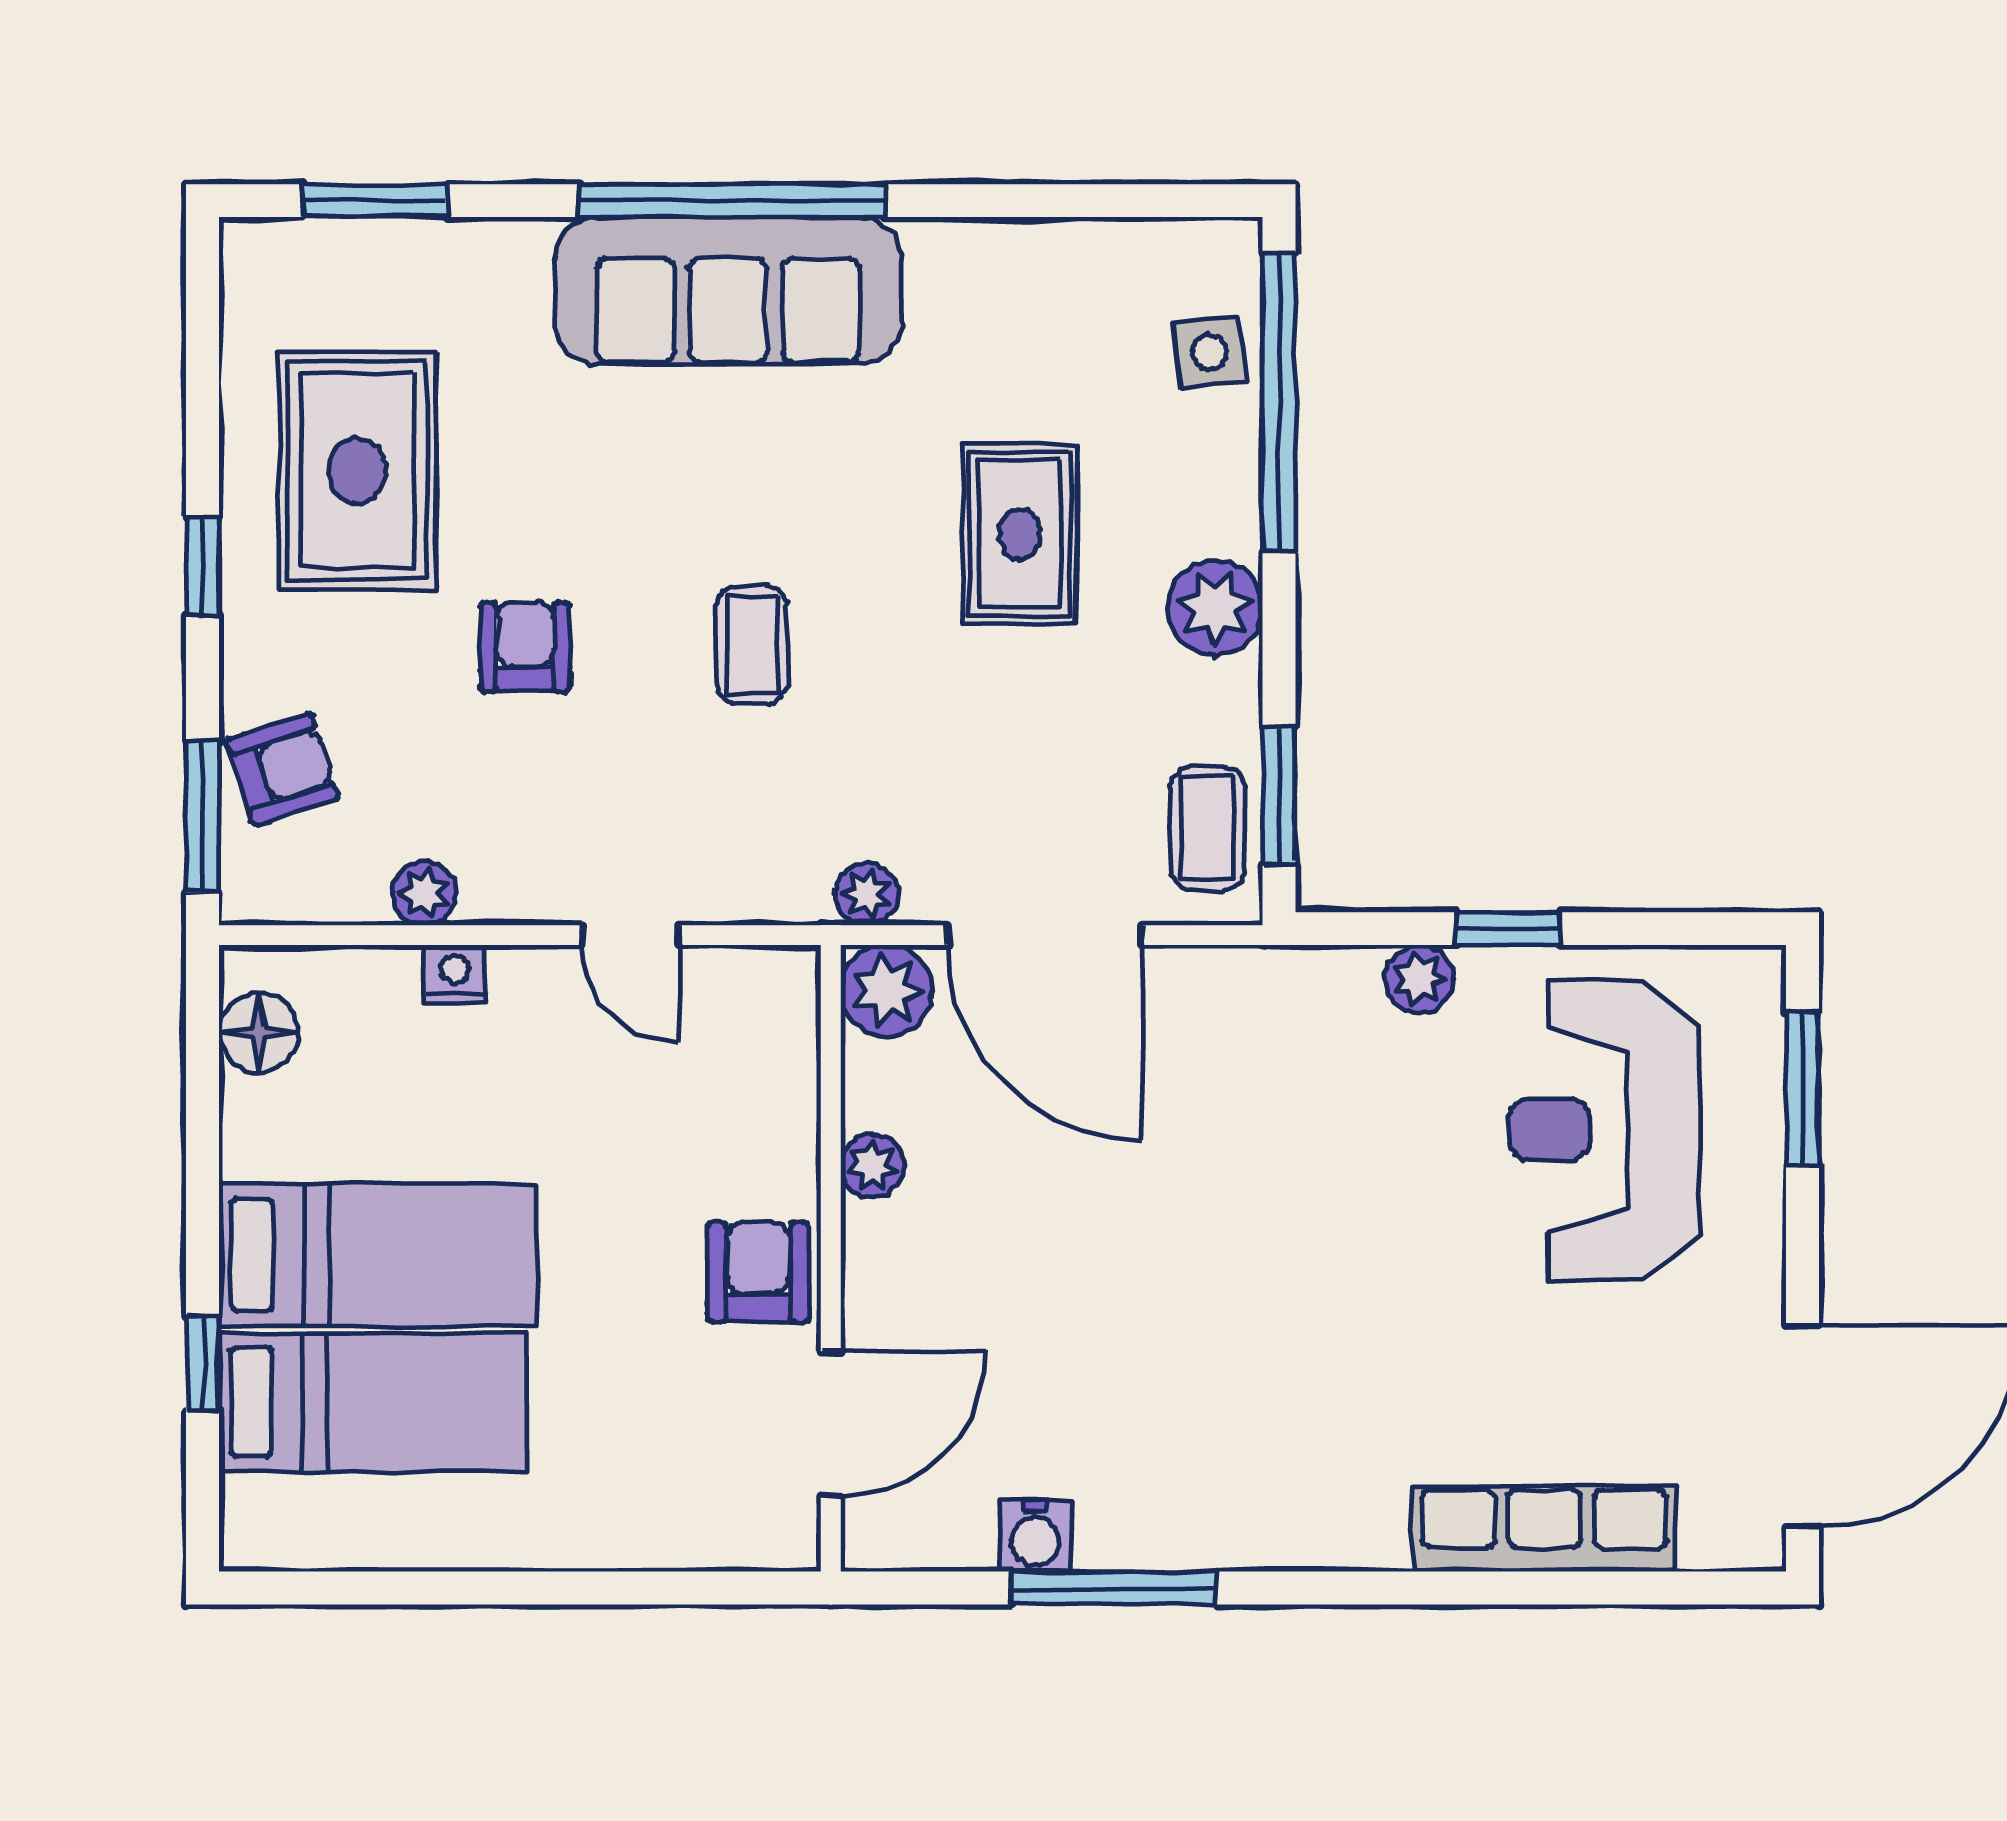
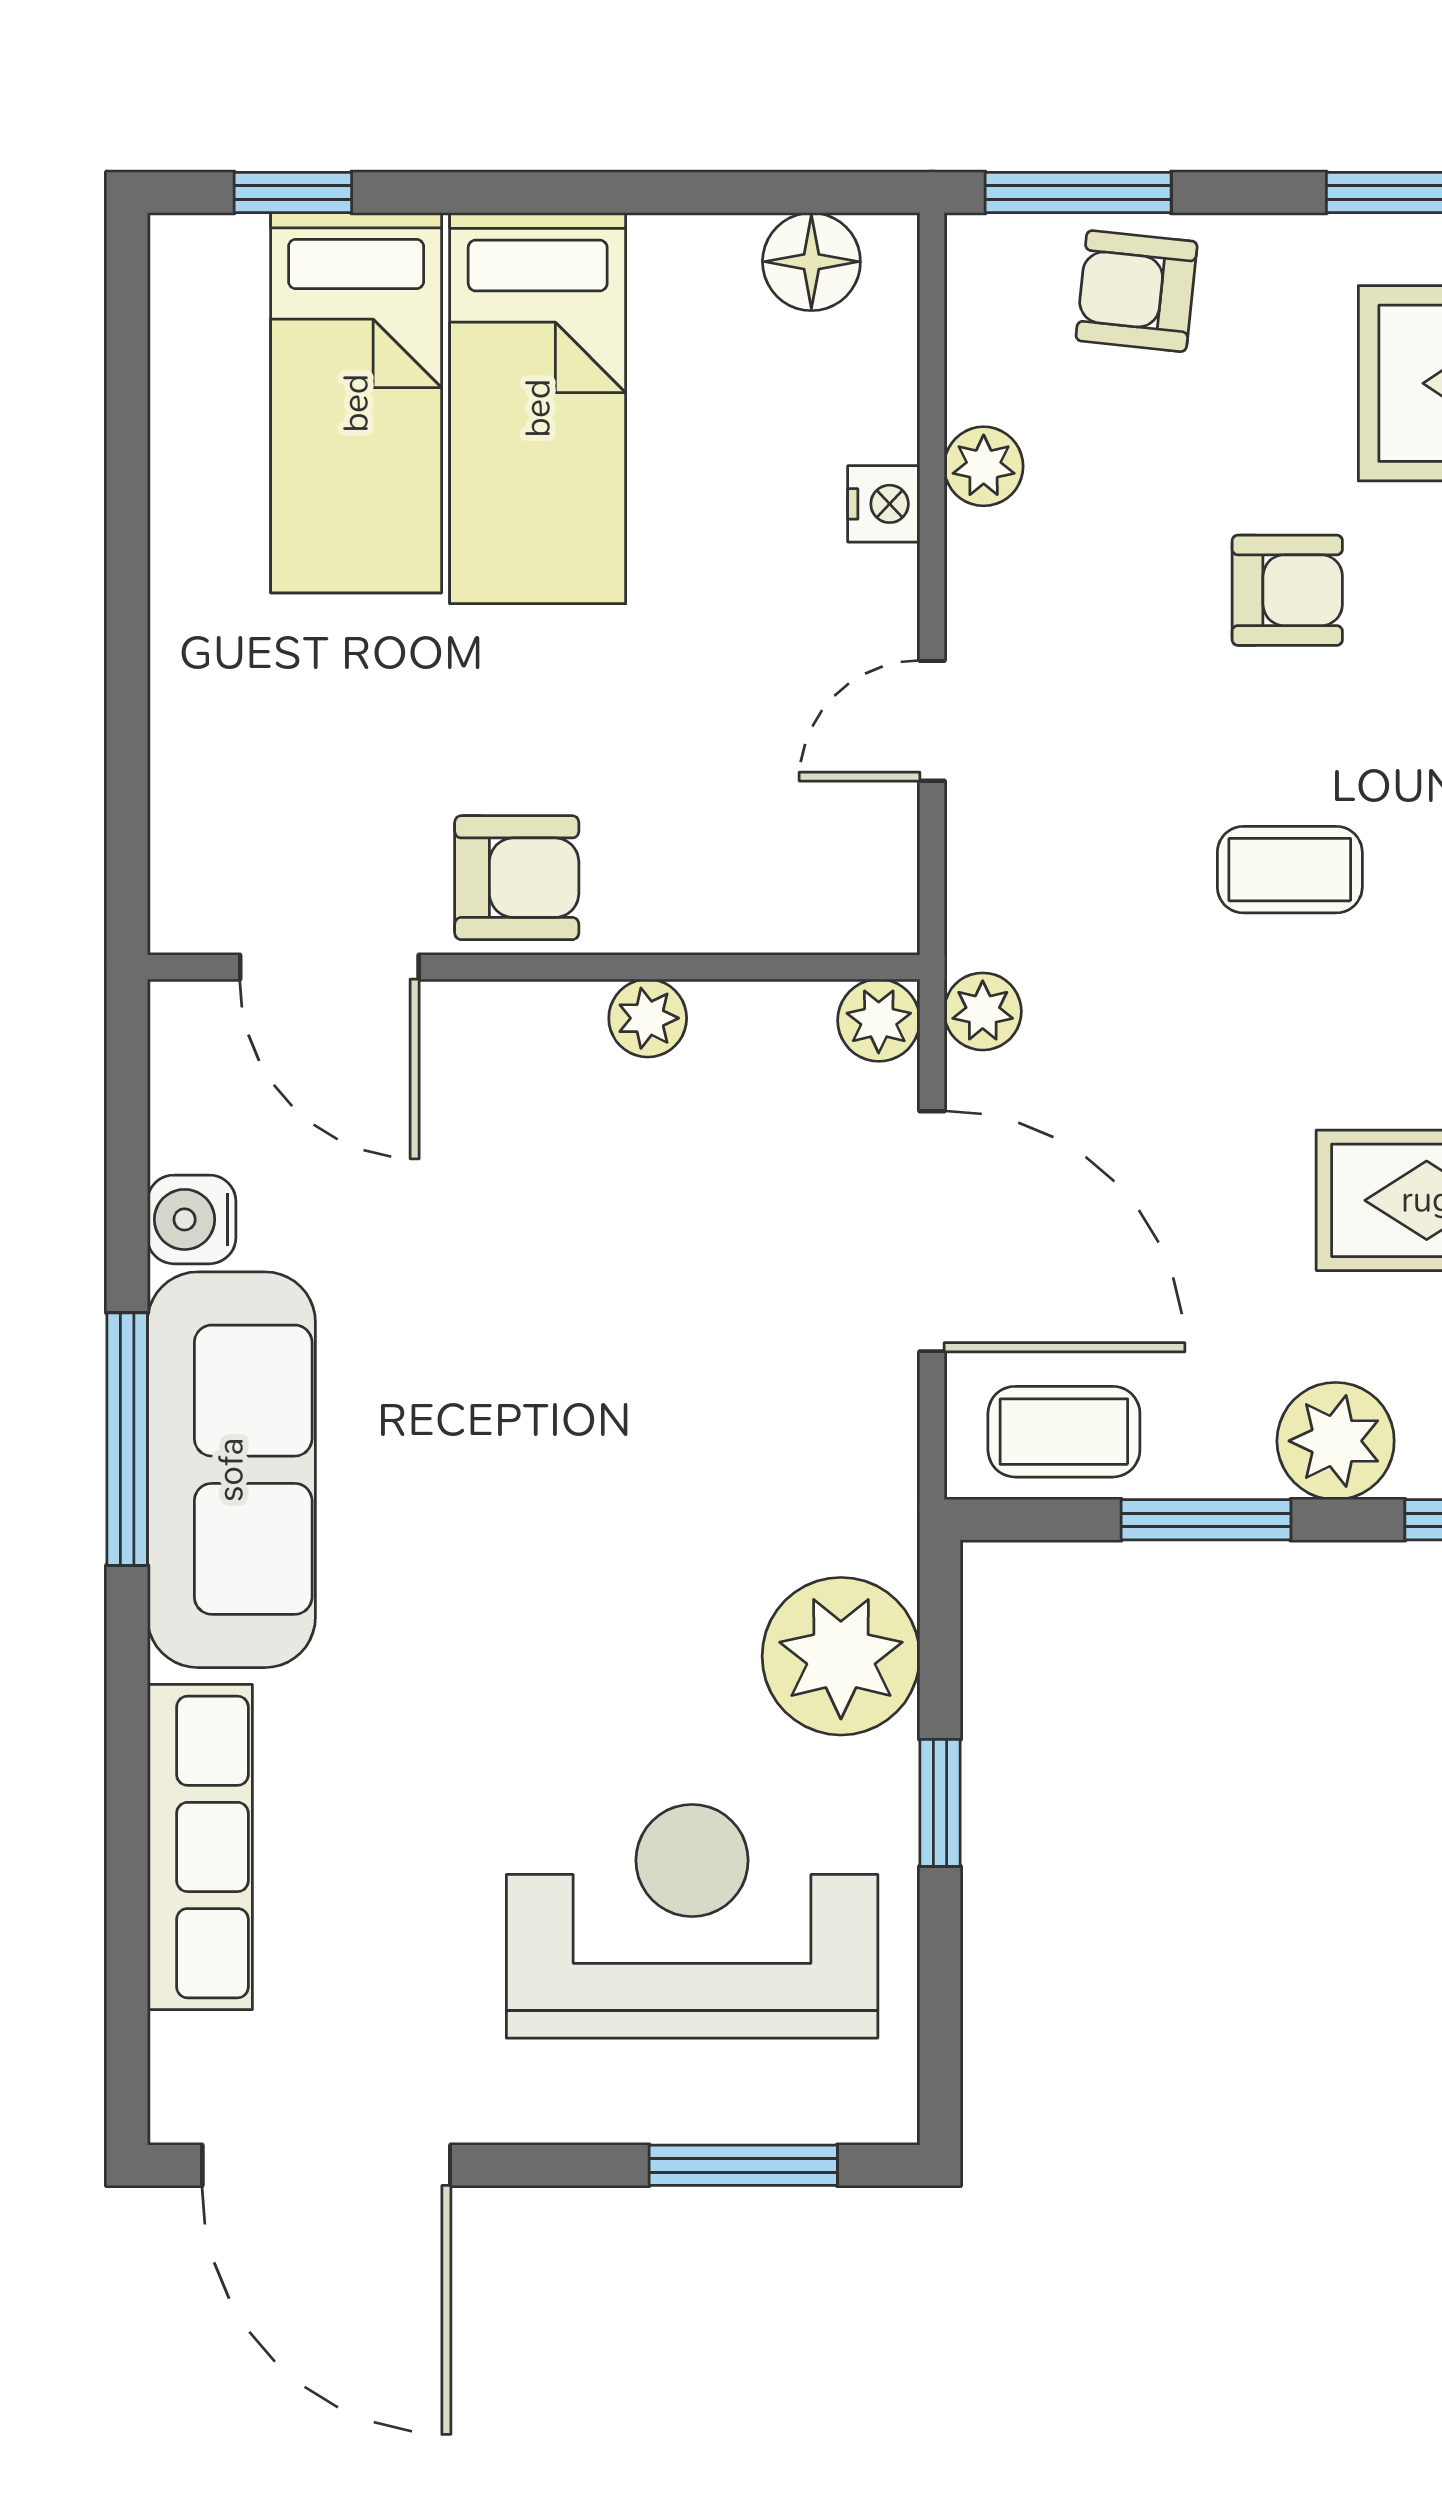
armchair: (282, 769) -> (1137, 291), turned 114
window: (1279, 796) -> (1206, 1520), moved
door: (1045, 935) -> (932, 1231), swing flipped
plant: (1419, 979) -> (841, 1656), width x1.87, depth x1.87
plant: (886, 991) -> (879, 1020), width x0.73, depth x0.73
window: (203, 1363) -> (293, 193), moved
sofa: (1238, 1503) -> (231, 1470), added
window: (1113, 1588) -> (127, 1439), moved

